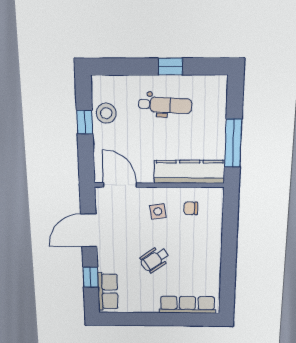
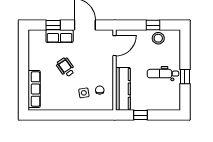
dental chair: (165, 105) -> (163, 74), turned 87
window: (233, 143) -> (140, 115), width x0.46
side table: (158, 211) -> (84, 93), moved
row of seats: (108, 291) -> (60, 36), moved

